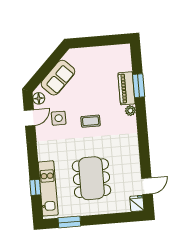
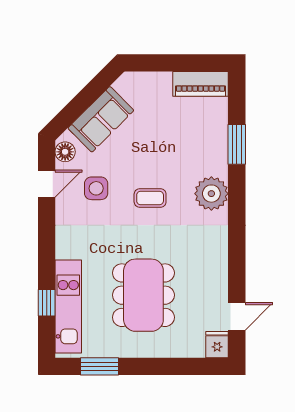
piano: (126, 88) -> (201, 84), moved, turned -90
plant: (130, 111) -> (211, 194), width x1.88, depth x1.88

